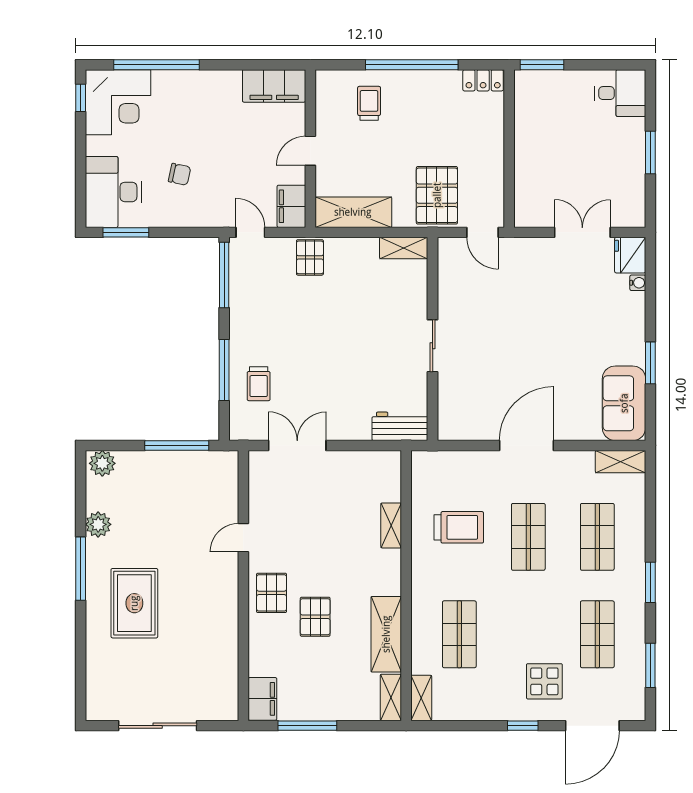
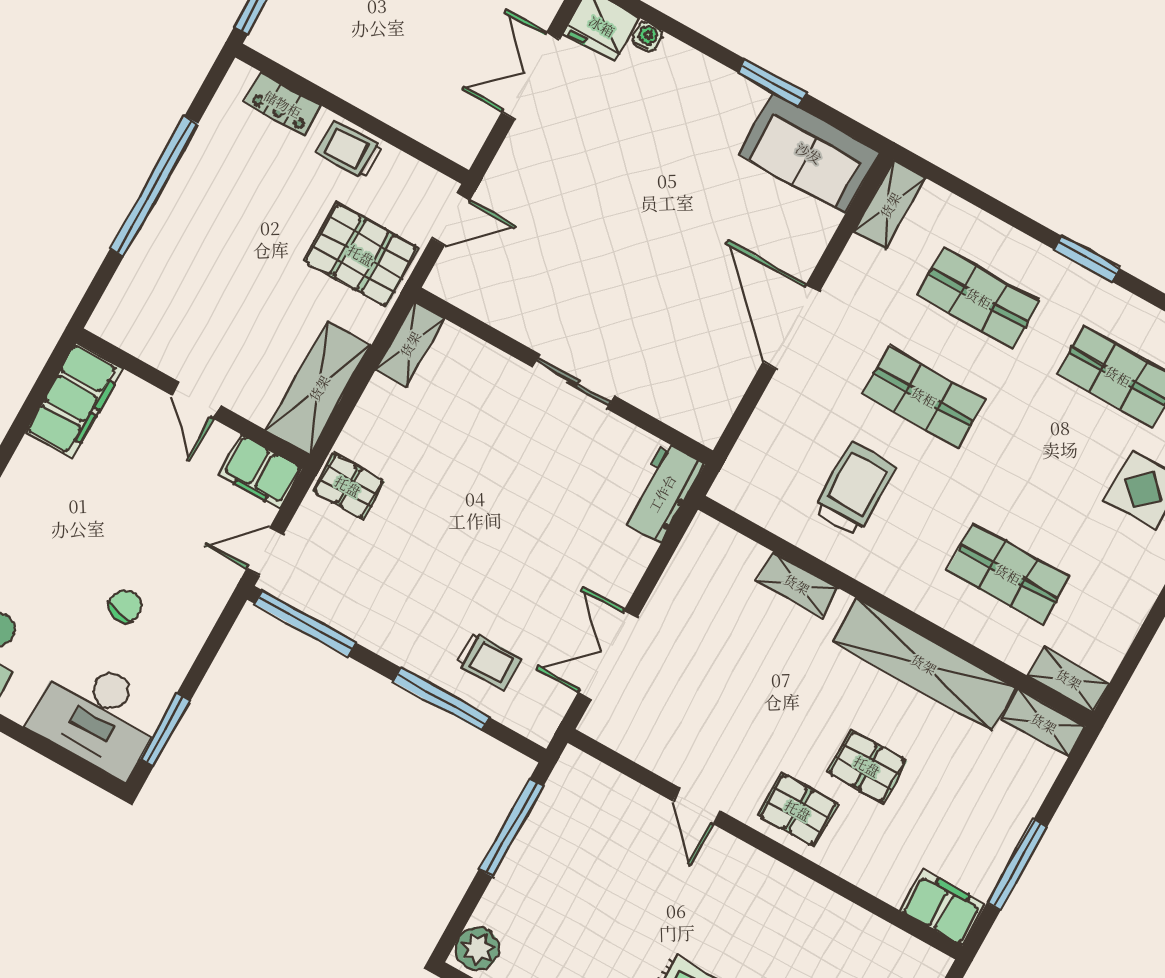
locker: (483, 80) -> (283, 104), moved, turned 90
trolley: (369, 103) -> (350, 150), moved
shelving: (386, 634) -> (924, 664), width x1.47

